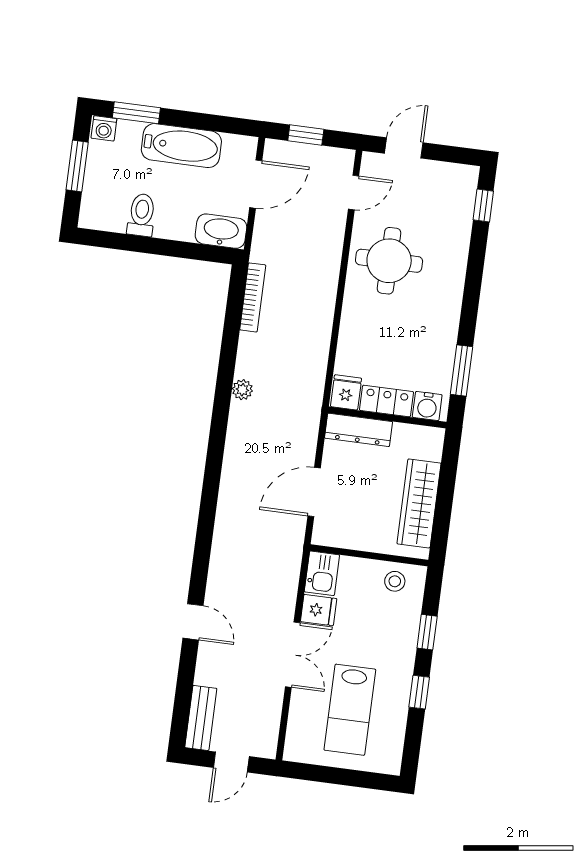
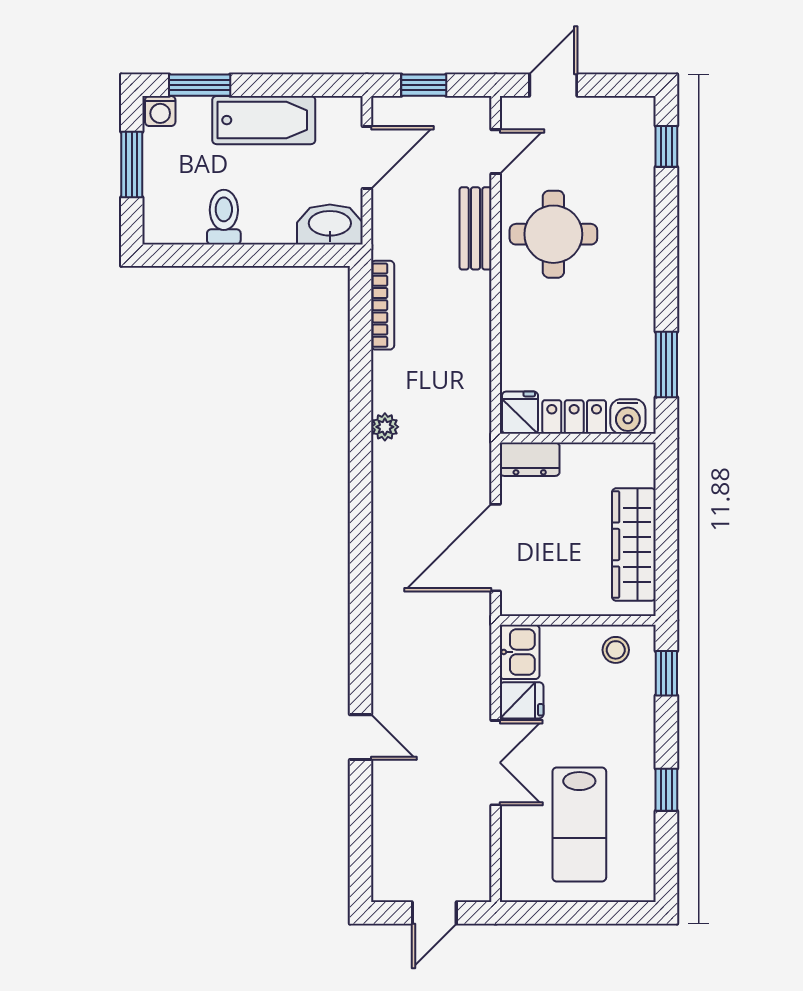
dresser: (359, 430) -> (530, 459), width x0.70
door: (314, 492) -> (496, 548), width x1.36
window: (427, 632) -> (666, 673), moved
bench: (201, 718) -> (476, 228), moved

